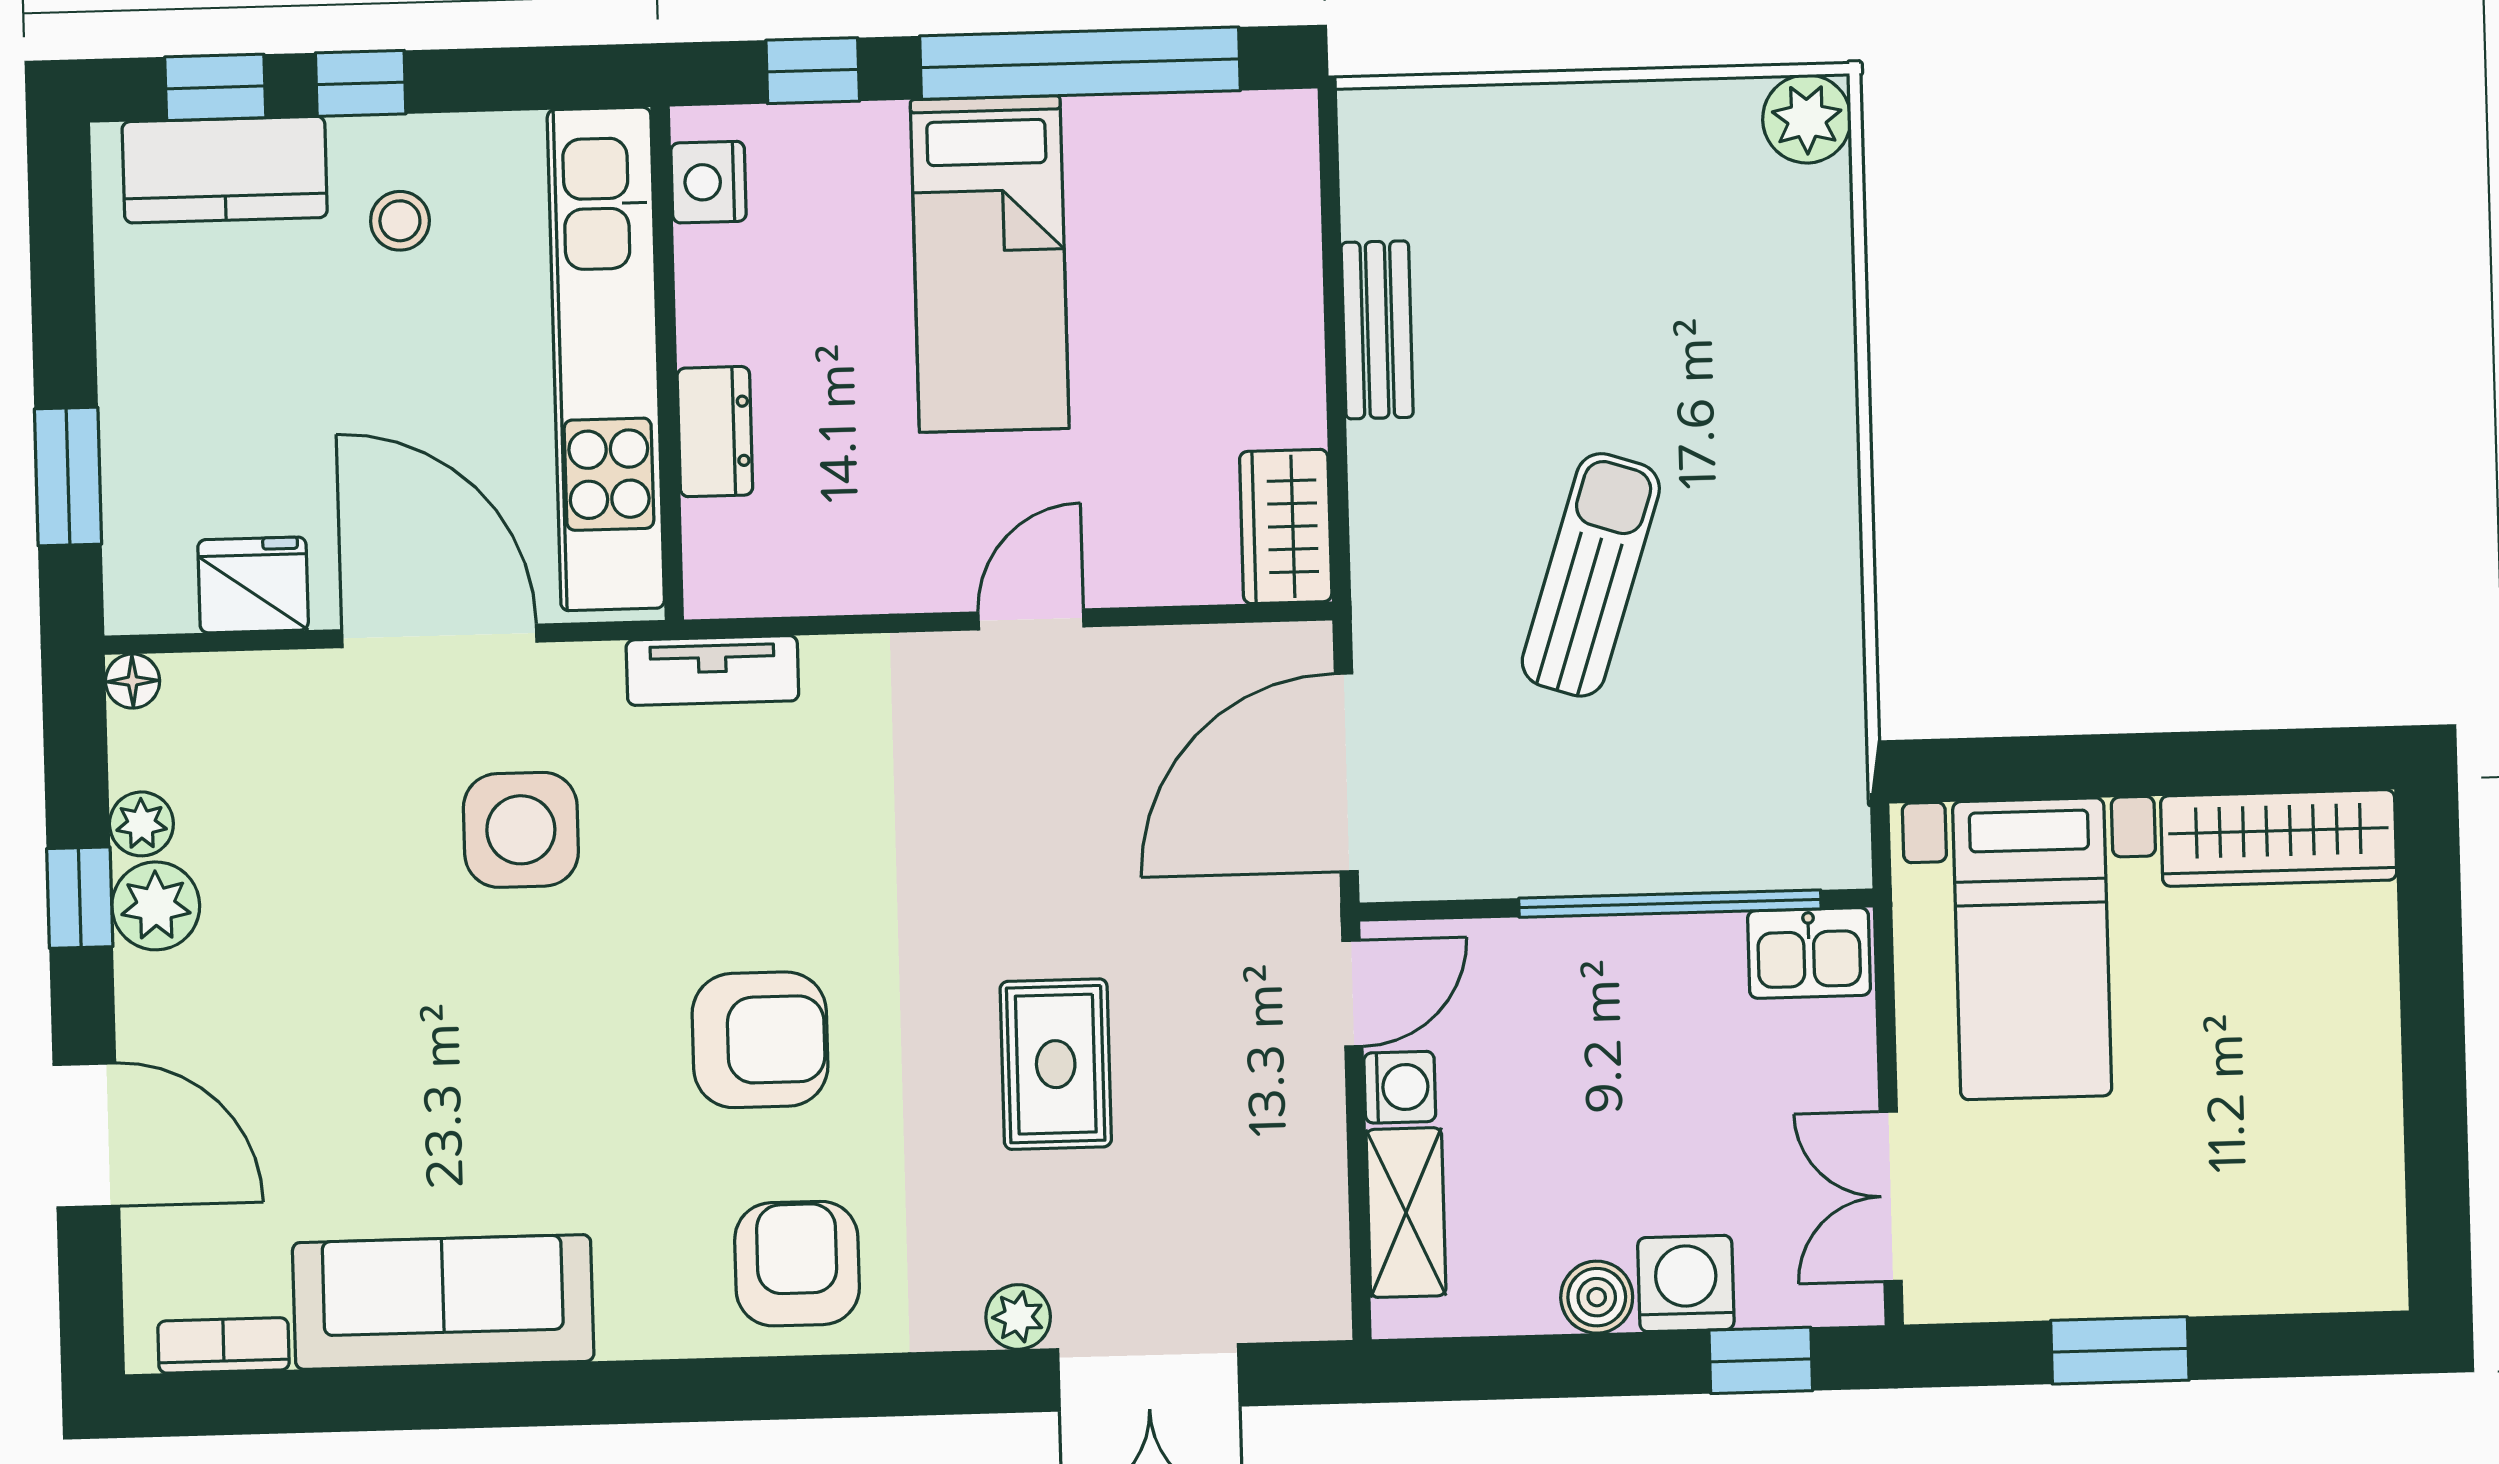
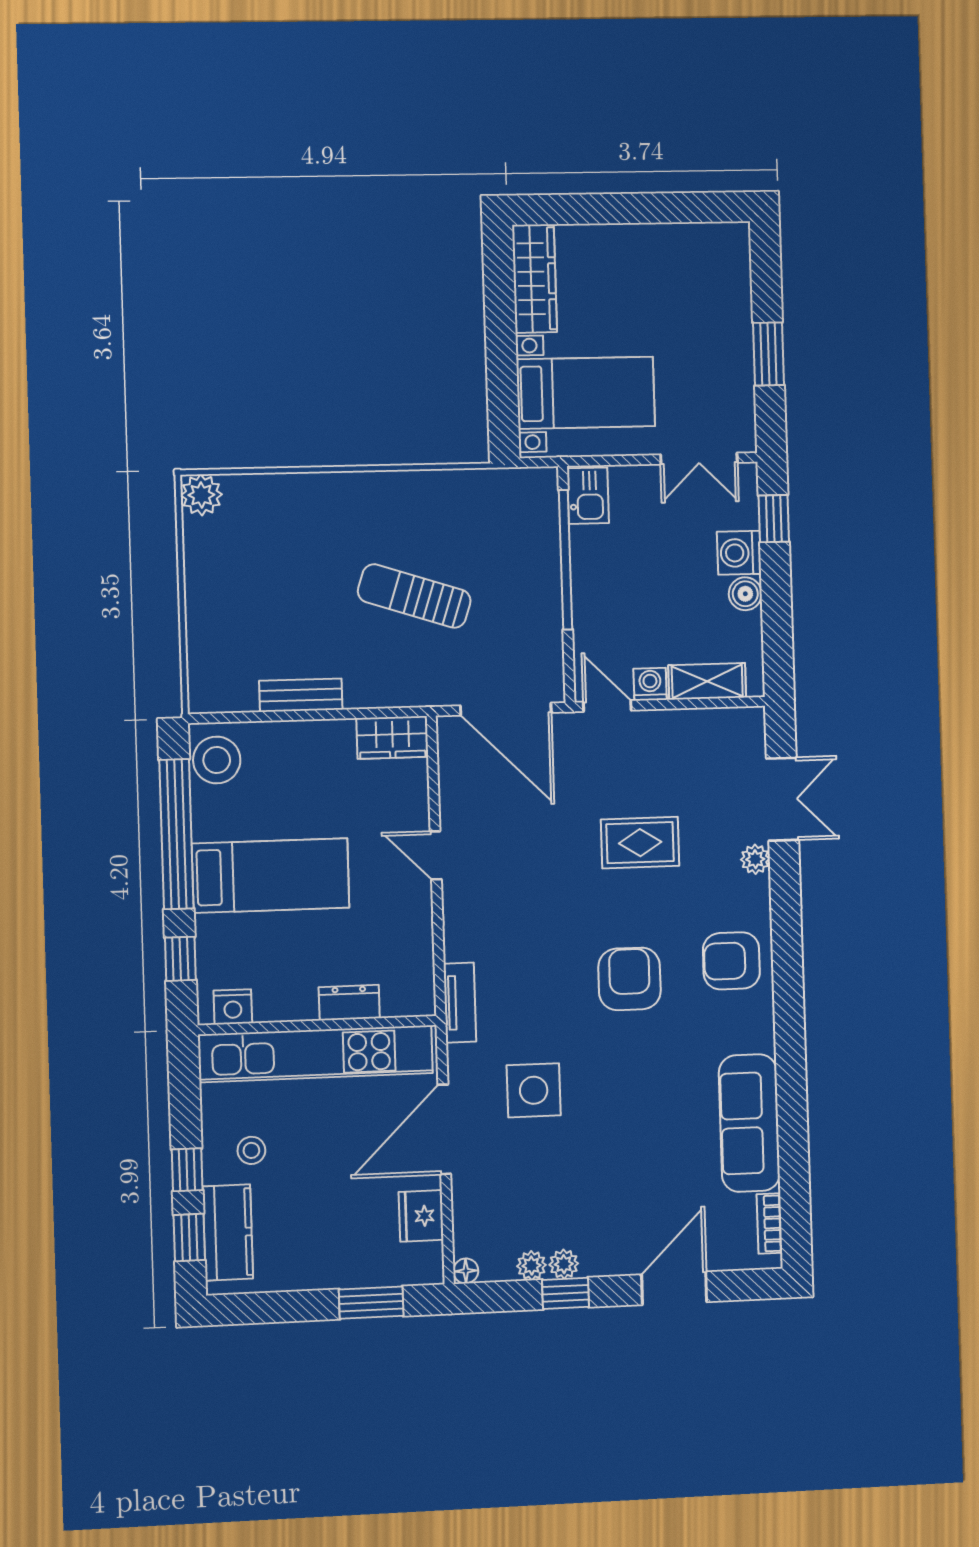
stool: (1238, 150) -> (217, 760), added
plant: (156, 906) -> (564, 1264), width x0.73, depth x0.73

